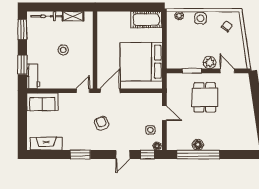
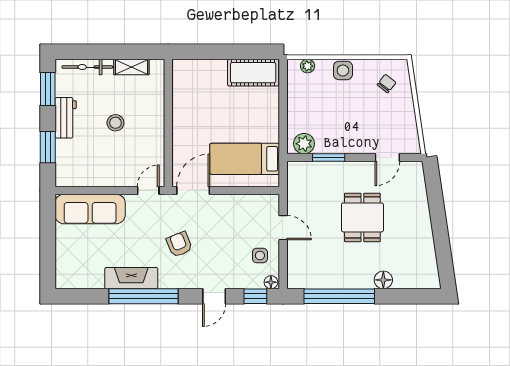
bed: (141, 62) -> (245, 159), width x0.49
plant: (210, 62) -> (304, 144), moved
door: (227, 71) -> (387, 158), swing flipped
workbench: (33, 76) -> (66, 118), moved
dining table: (205, 97) -> (362, 217), moved
sofa: (42, 102) -> (90, 209), width x1.36
fireplace: (46, 144) -> (131, 278), moved
floor lamp: (198, 145) -> (383, 280), moved
window: (80, 155) -> (144, 296), width x2.11

